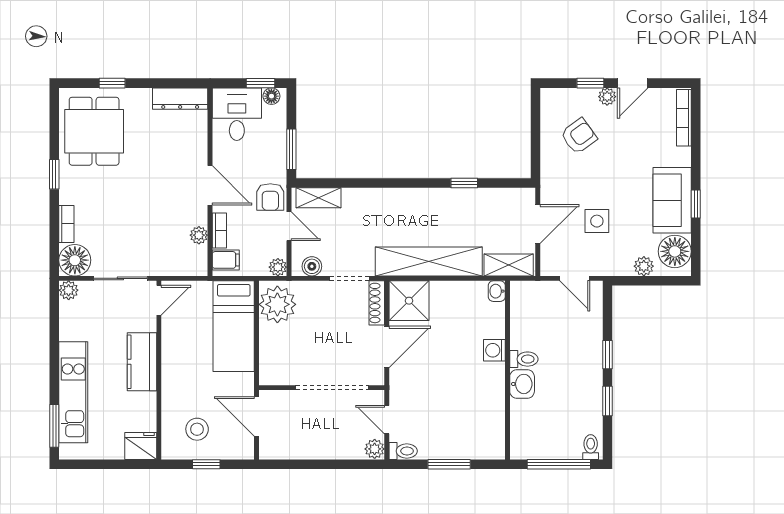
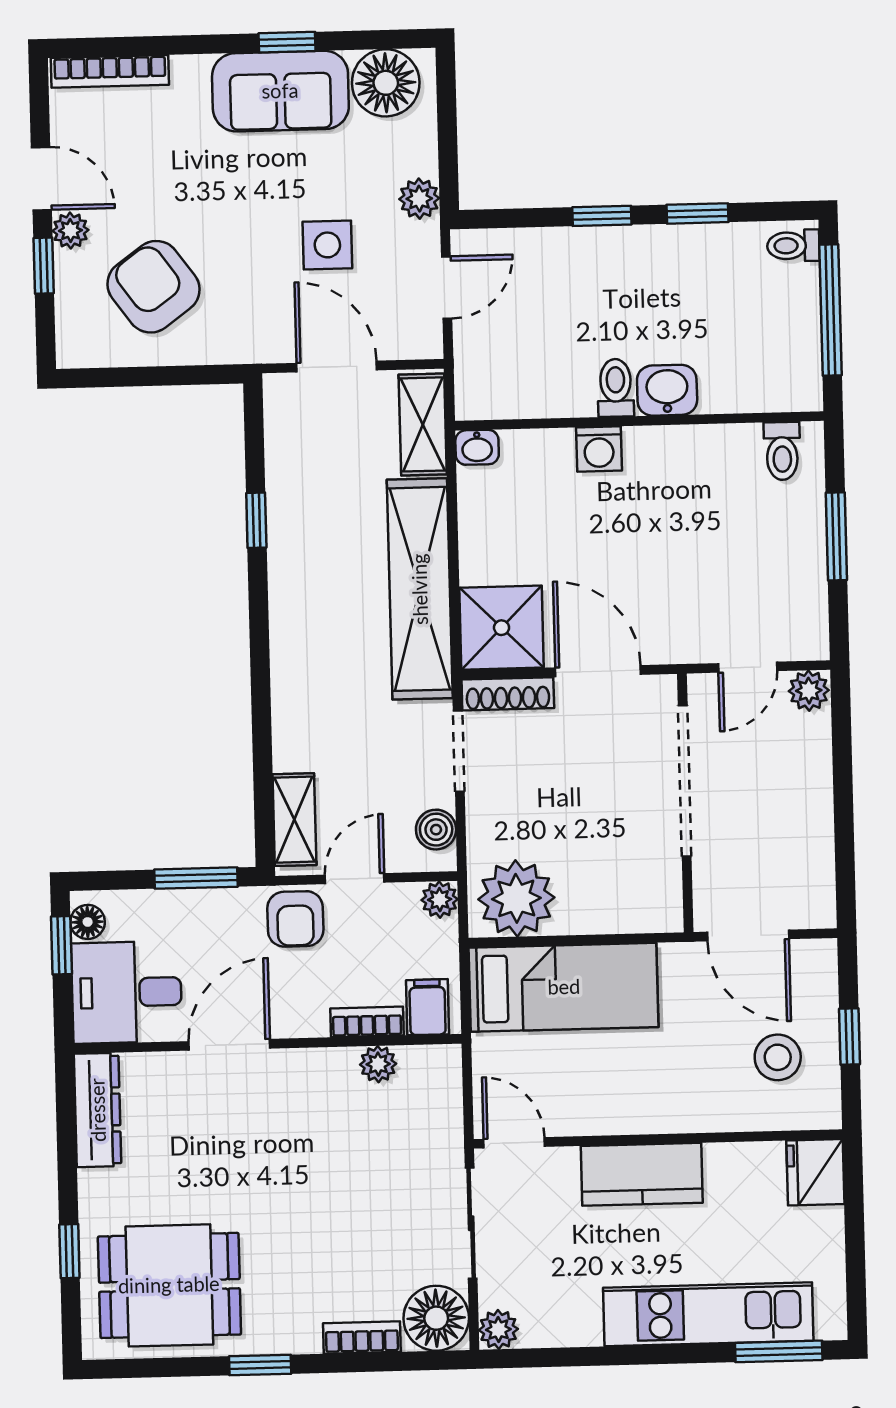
armchair: (579, 136) -> (153, 287), width x1.38, depth x1.38
door: (210, 185) -> (229, 1045), moved
armchair: (270, 197) -> (295, 919), turned 90
plant: (644, 266) -> (419, 199), moved
door: (257, 416) -> (748, 935), hinge flipped
toilet: (403, 451) -> (782, 451), moved, turned 180

